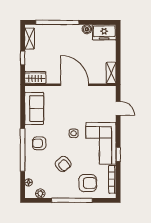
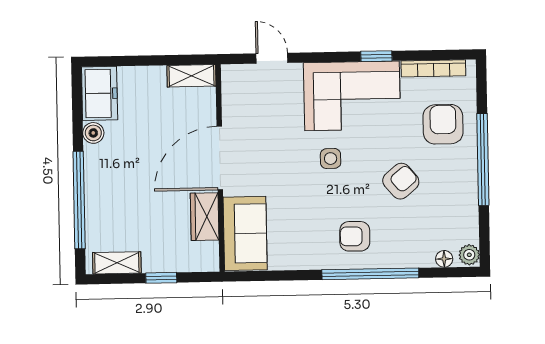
wardrobe: (35, 77) -> (205, 217), moved
sofa: (34, 108) -> (245, 233), moved, turned 90
door: (118, 108) -> (272, 58), hinge flipped
armchair: (39, 143) -> (355, 236), turned 91
plant: (40, 193) -> (469, 255), moved

